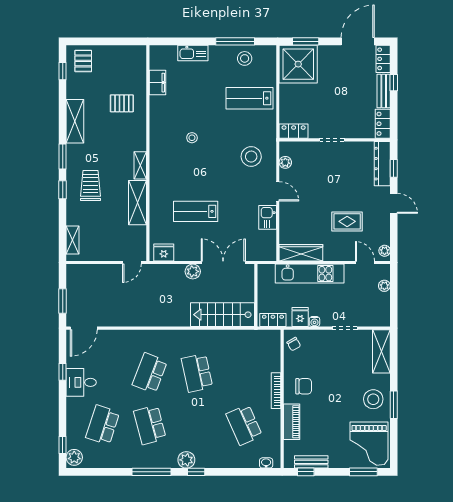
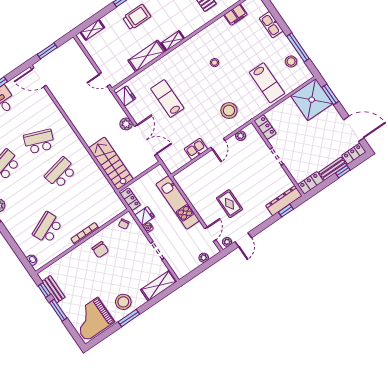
lab bench: (250, 98) -> (267, 83), turned 180
door: (394, 203) -> (243, 240), moved
wardrobe: (301, 253) -> (188, 187), removed
piano: (292, 422) -> (71, 258), removed
window: (363, 472) -> (58, 310), moved

